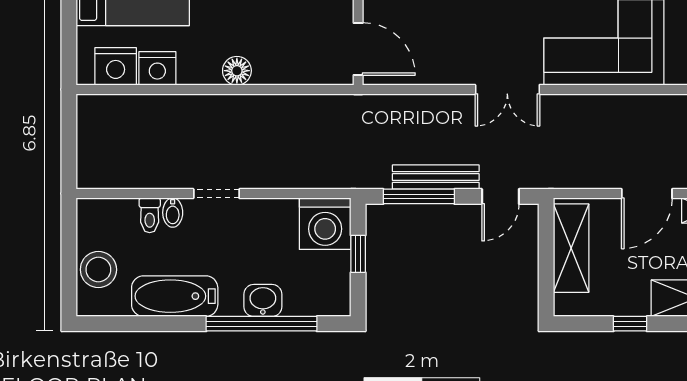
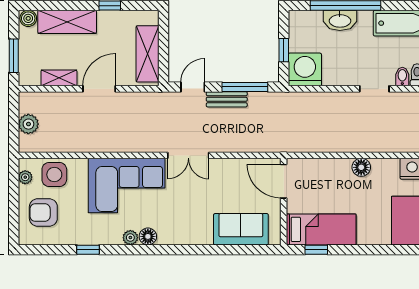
double door: (507, 89) -> (188, 155), swing flipped
bench: (436, 177) -> (227, 99), width x0.73
washbasin: (263, 300) -> (340, 20), width x1.38

